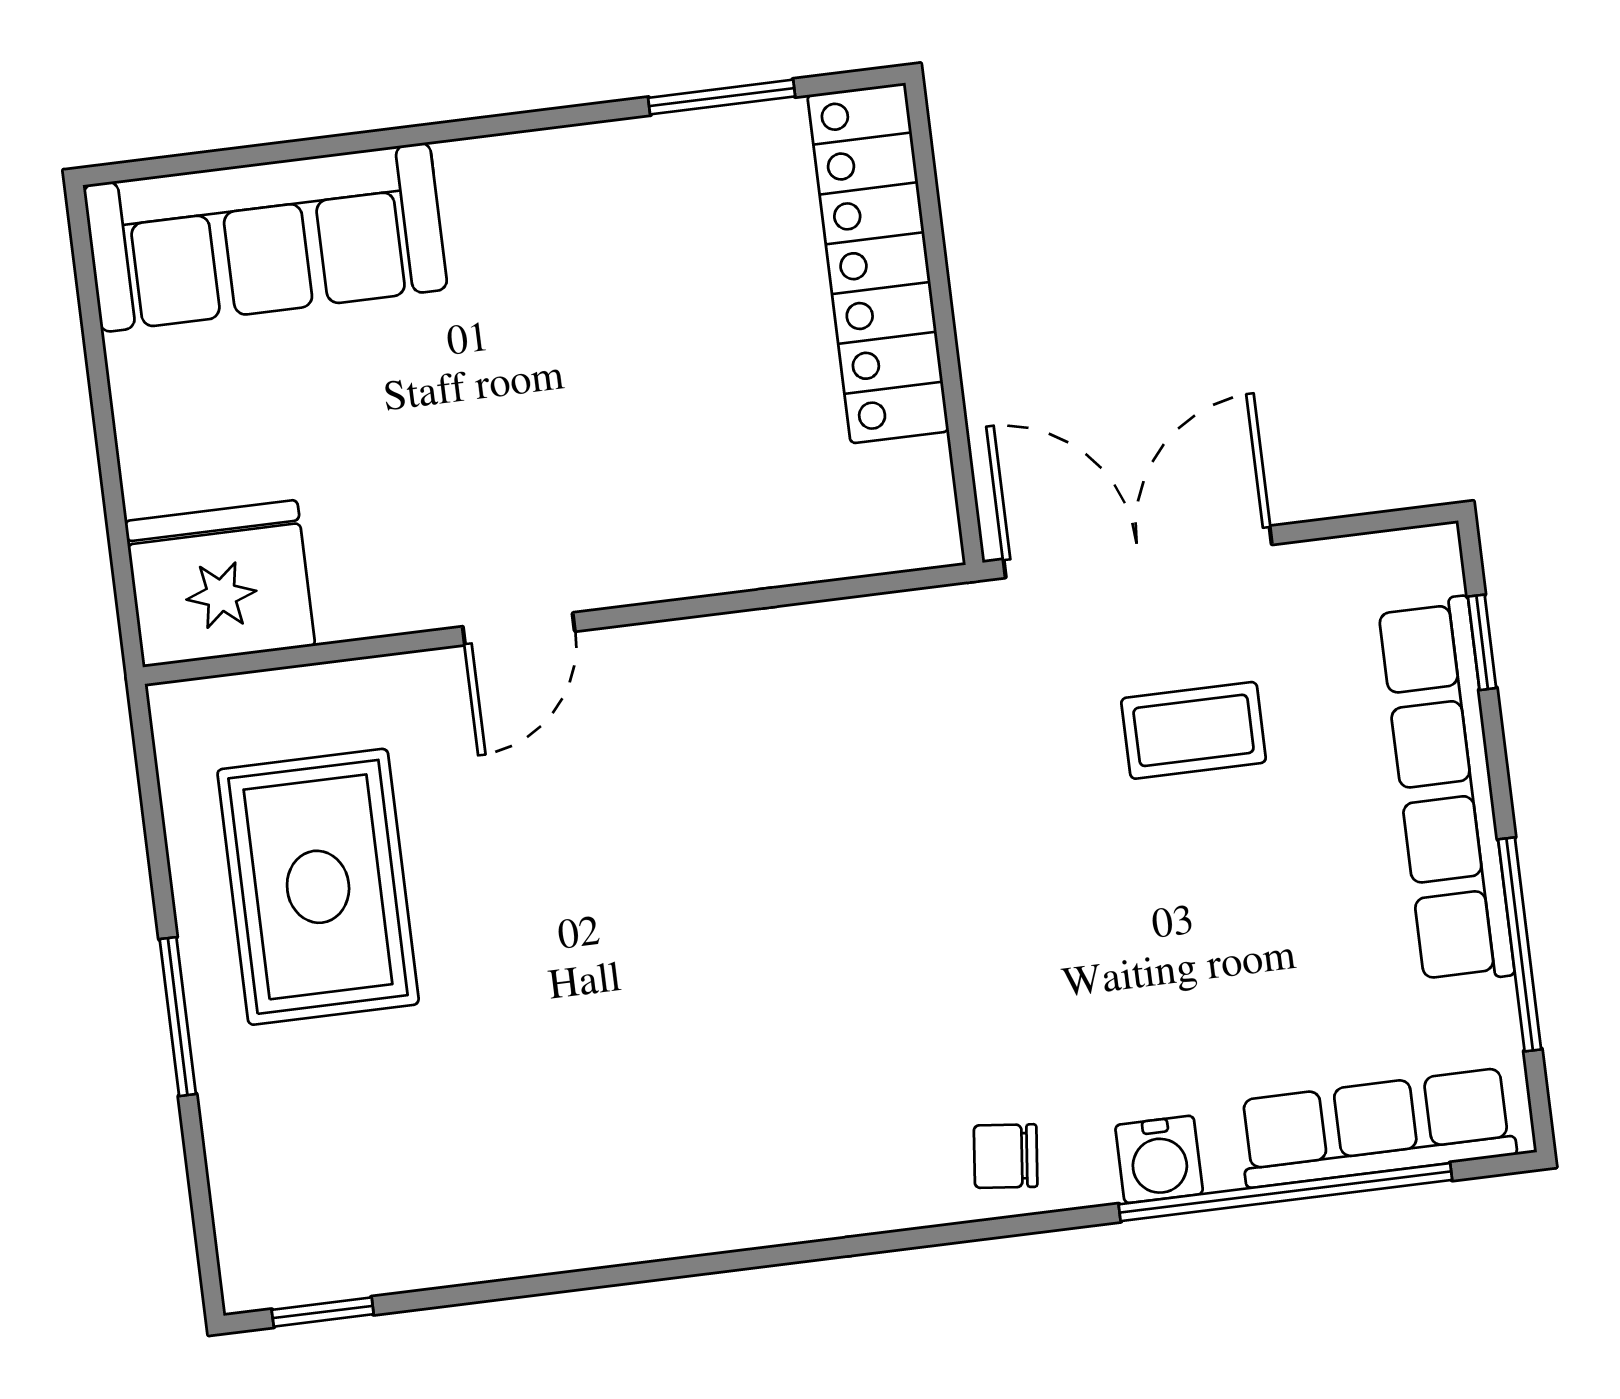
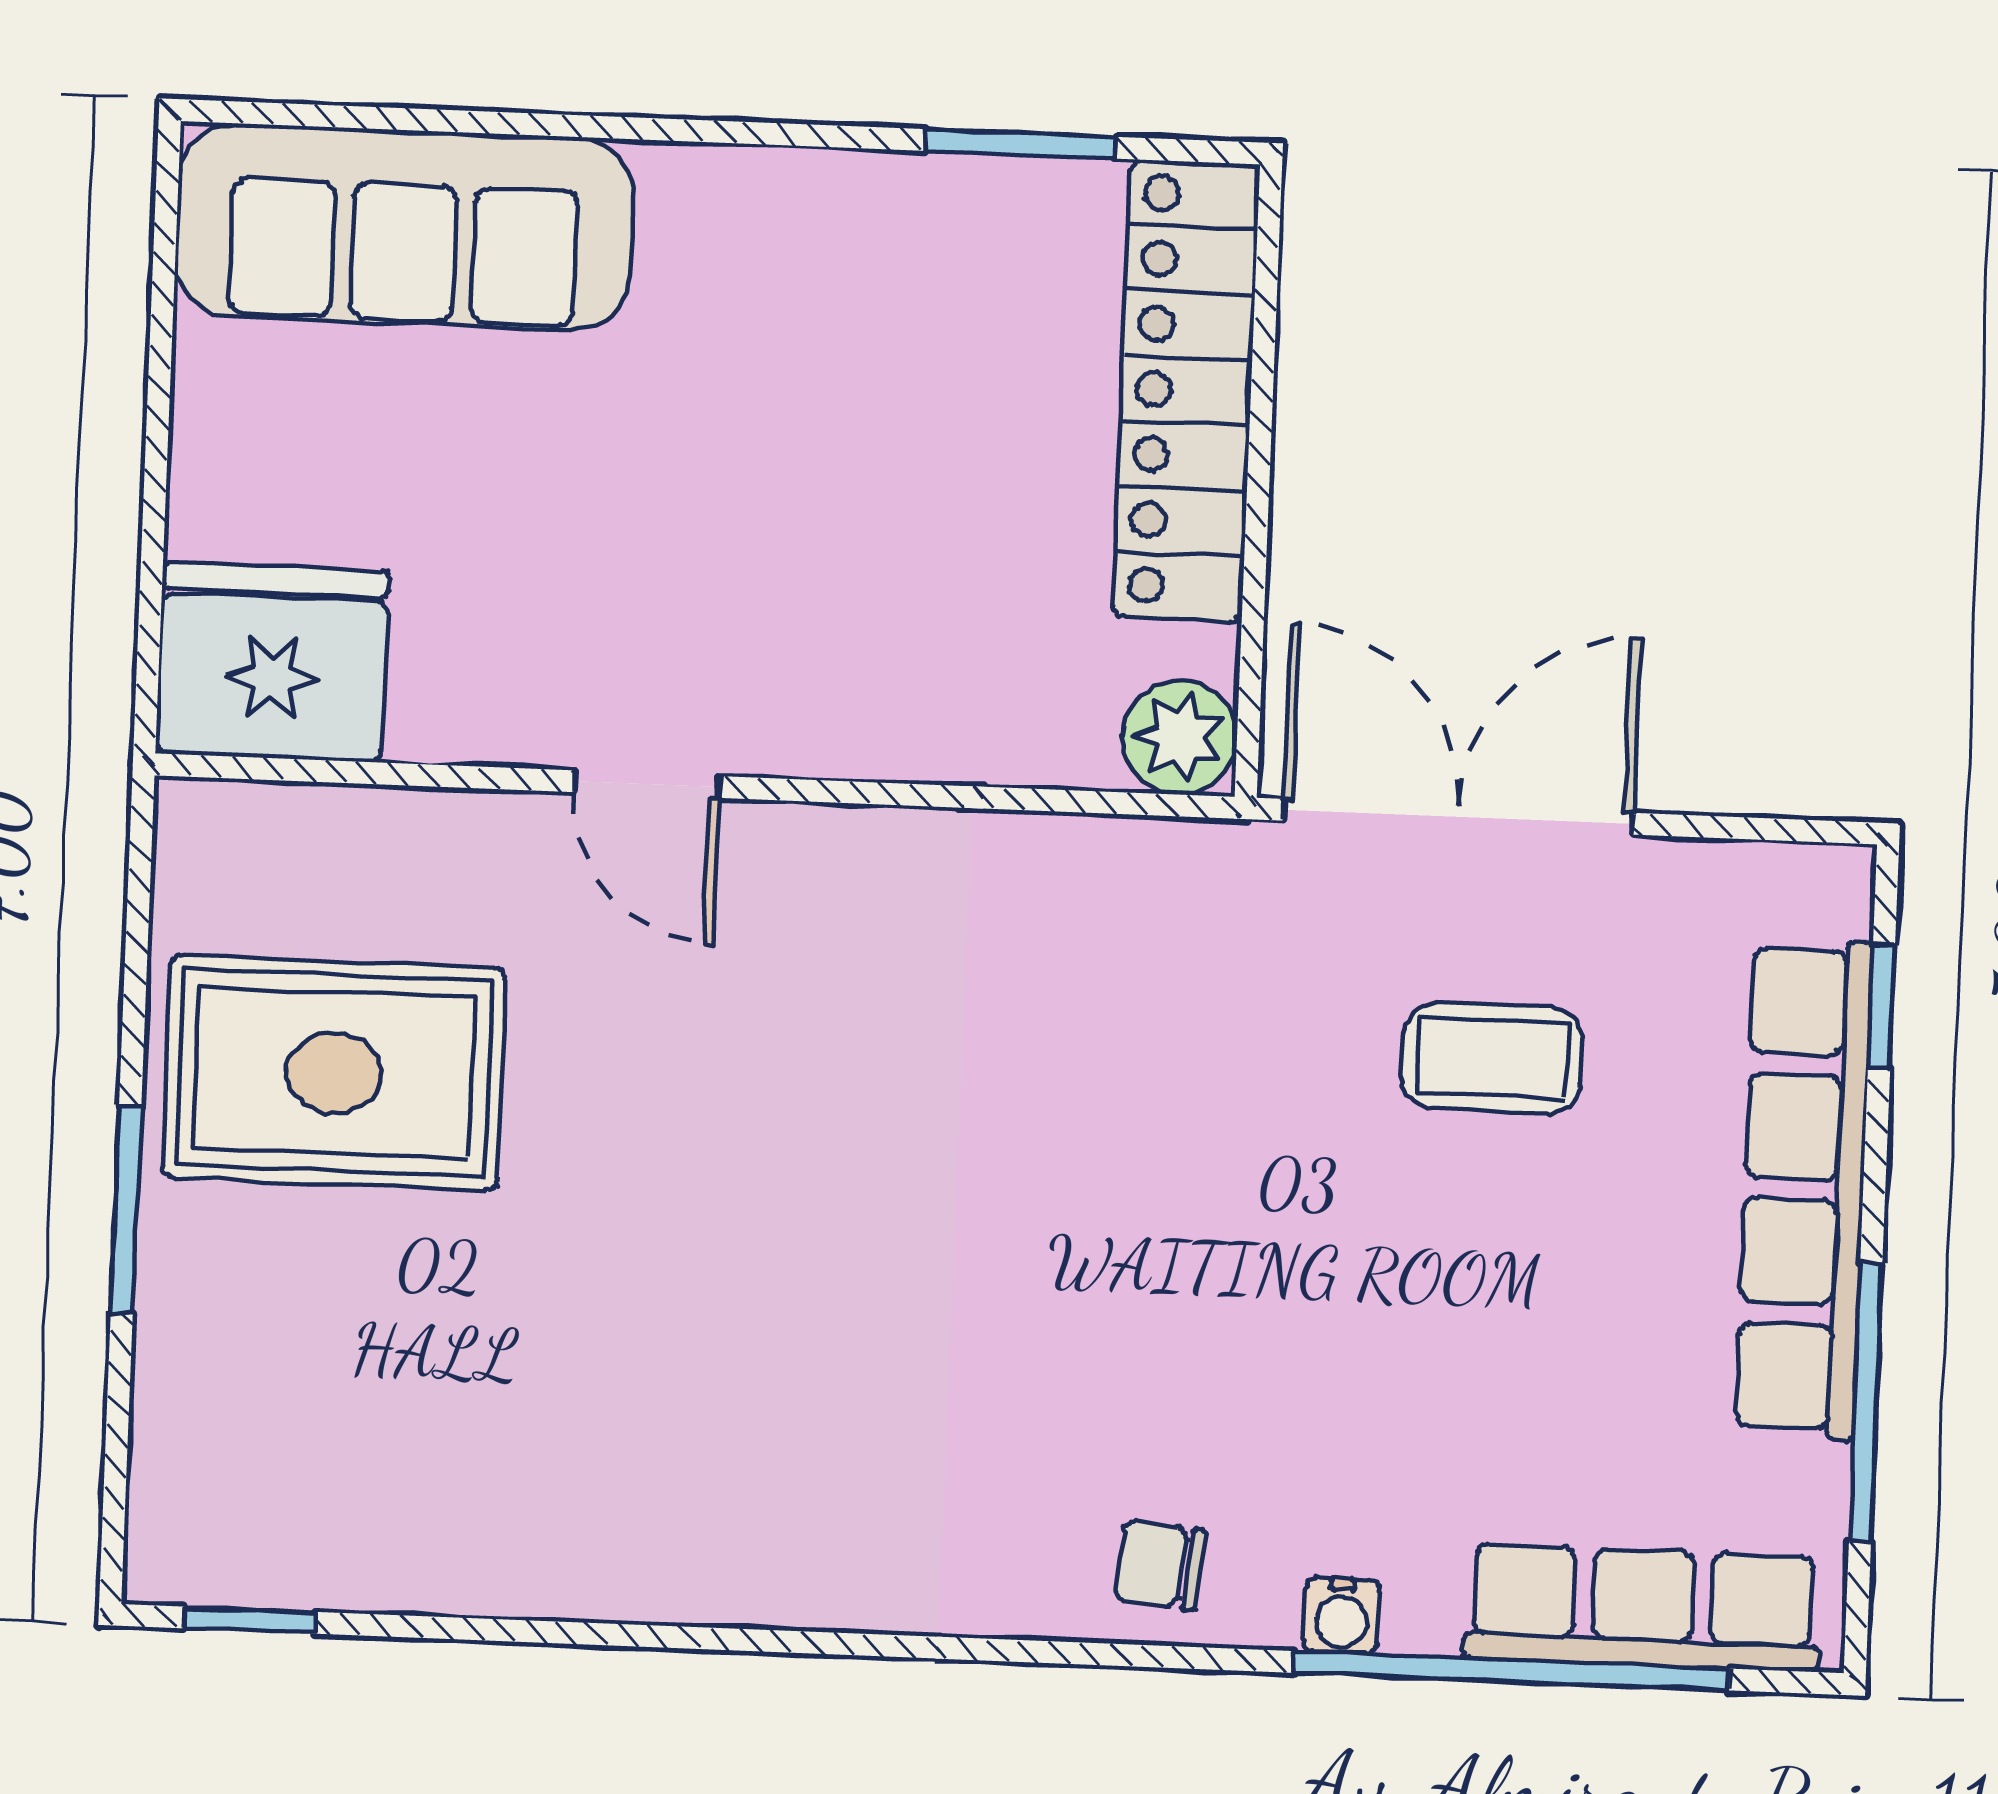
plant: (917, 527) -> (1180, 737), added
door: (519, 629) -> (647, 784), hinge flipped
rug: (318, 887) -> (334, 1073), turned 90
water cooler: (1159, 1159) -> (1342, 1616), width x0.72, depth x0.72

